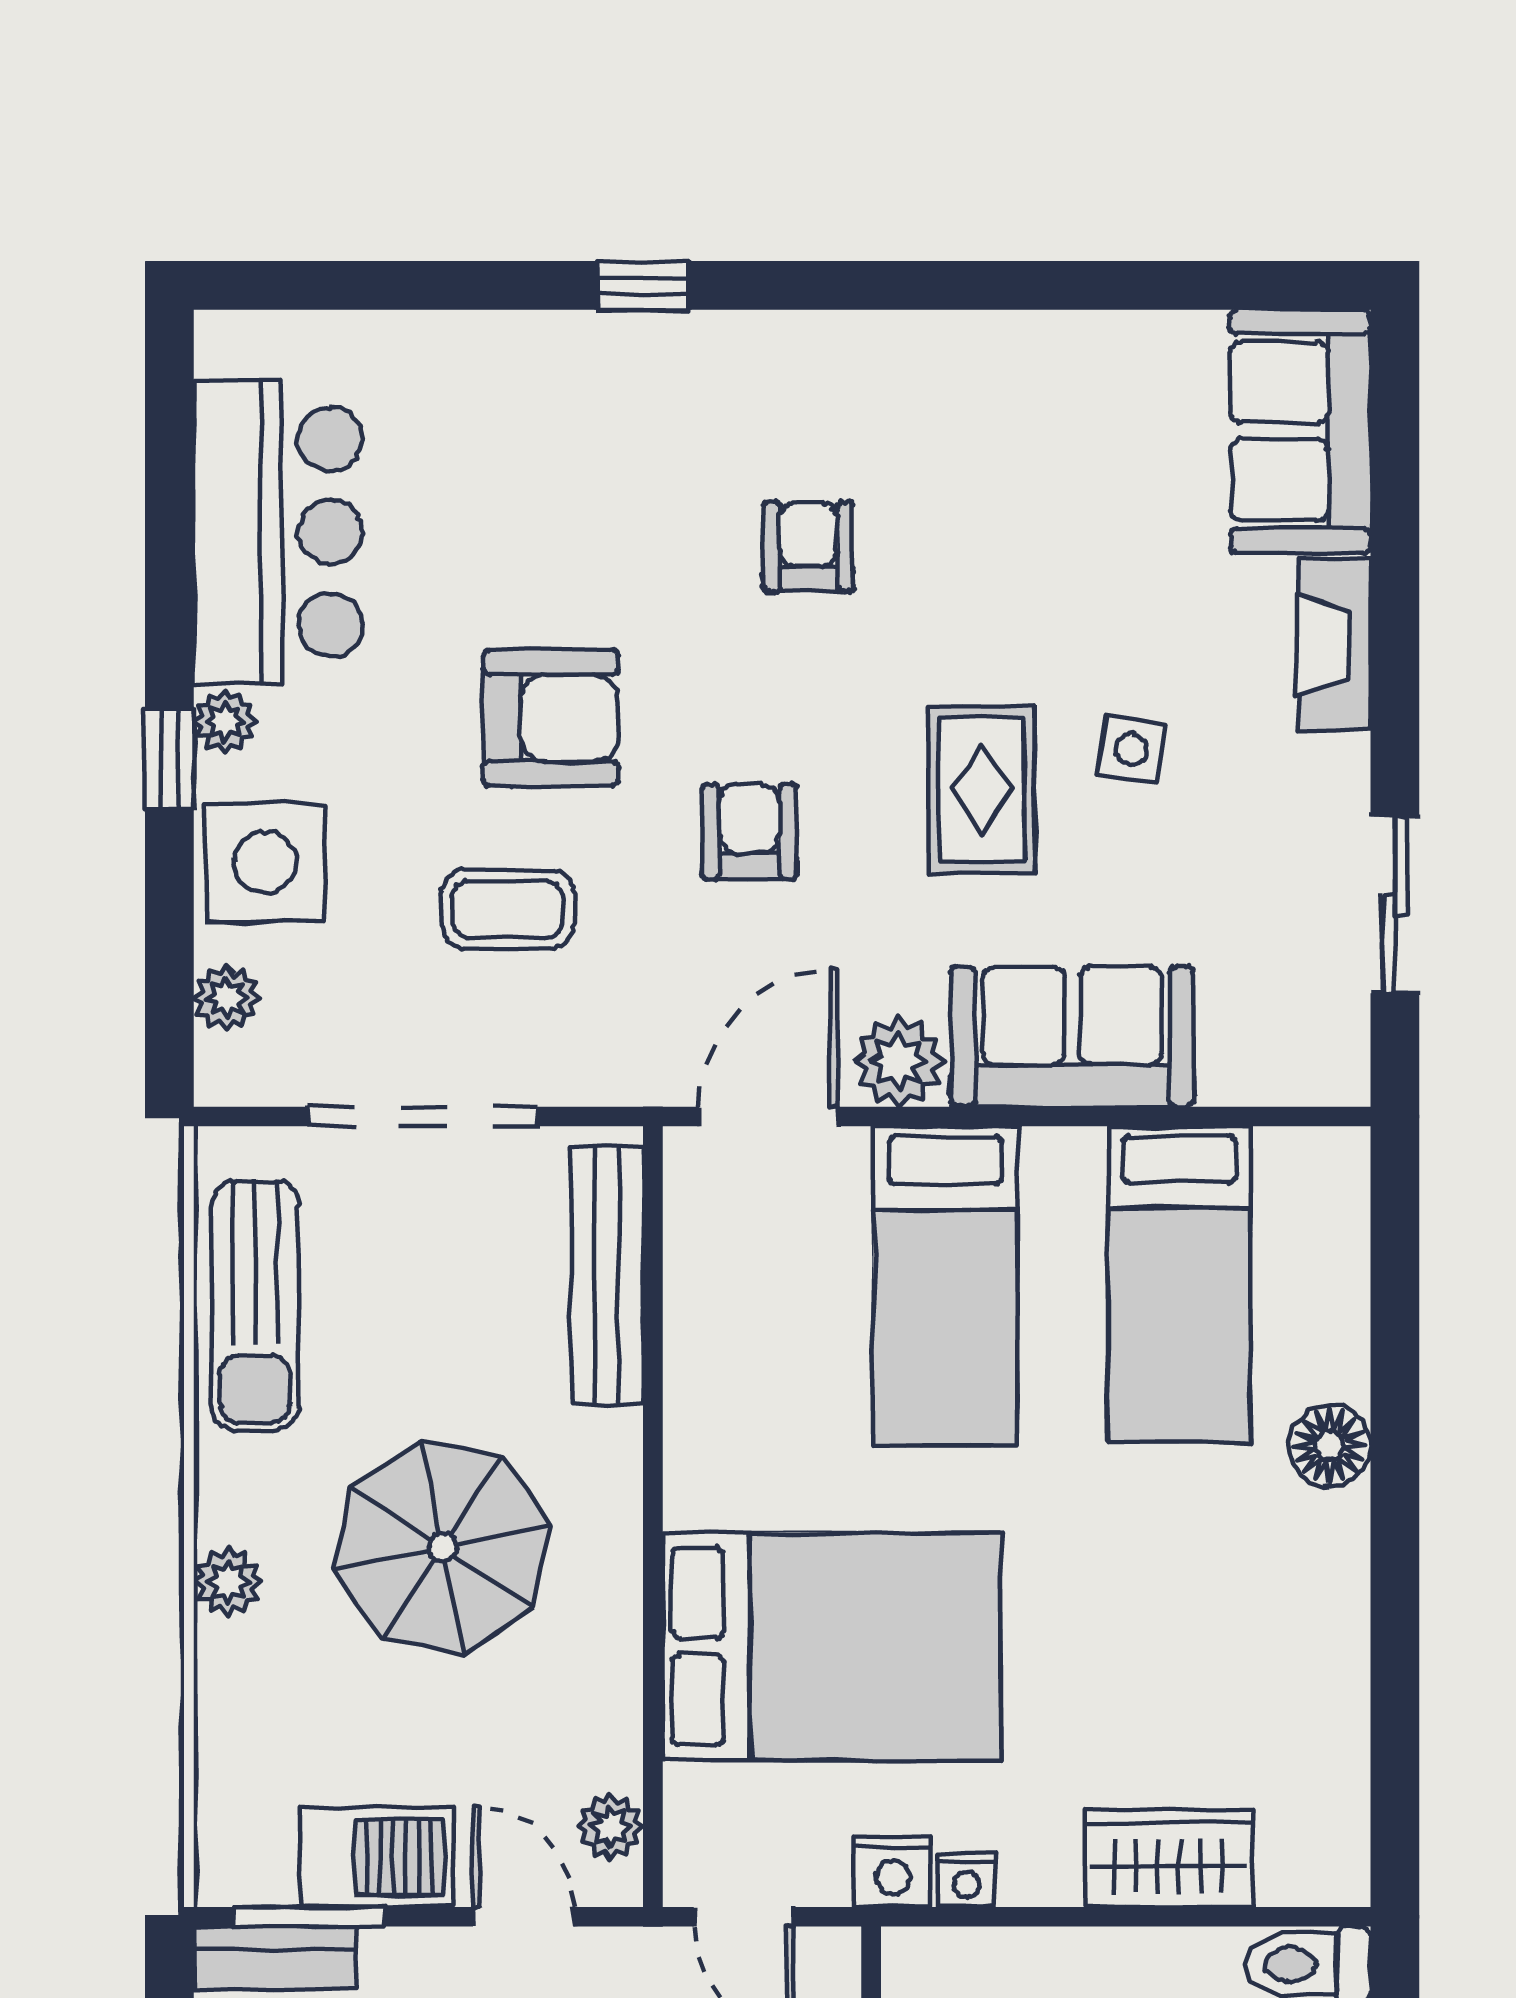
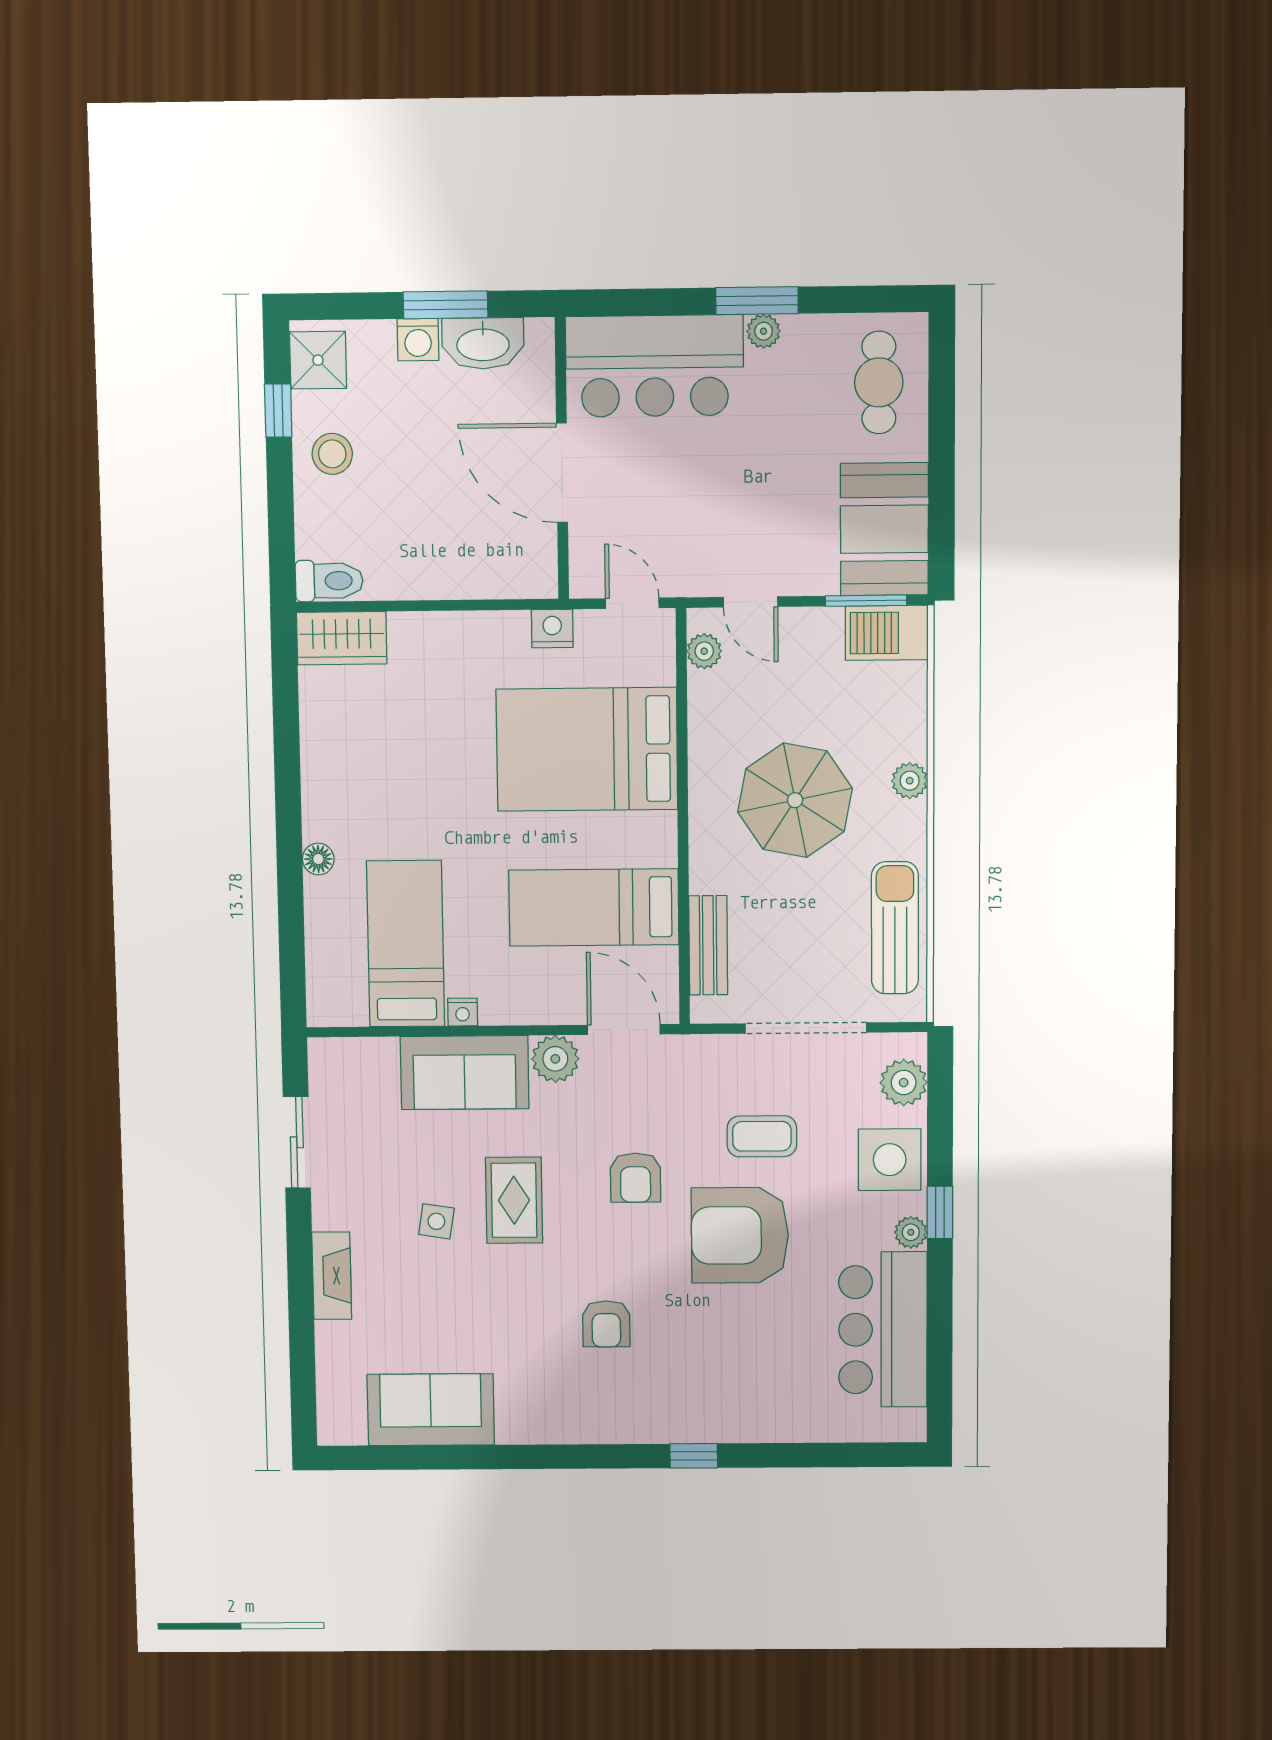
sofa: (1300, 431) -> (431, 1410), moved, turned -90
armchair: (551, 718) -> (740, 1235), width x1.36, depth x1.36
plant: (226, 998) -> (904, 1083), width x1.38, depth x1.38
door: (768, 1116) -> (624, 1030), swing flipped
bench: (607, 1276) -> (708, 945), width x0.73
bed: (945, 1286) -> (594, 907), moved, turned -90
floor lamp: (1330, 1446) -> (318, 859), width x0.73, depth x0.73
barbecue: (376, 1857) -> (887, 633), moved
wardrobe: (1169, 1858) -> (342, 638), moved
nightstand: (966, 1881) -> (463, 1012), moved, turned 180

